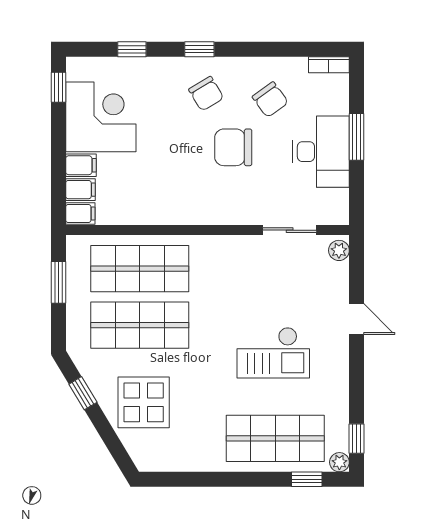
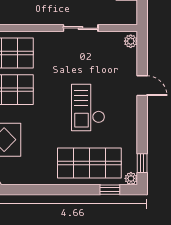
sliding door: (290, 230) -> (81, 28), moved
checkout: (273, 353) -> (88, 107), turned 90

